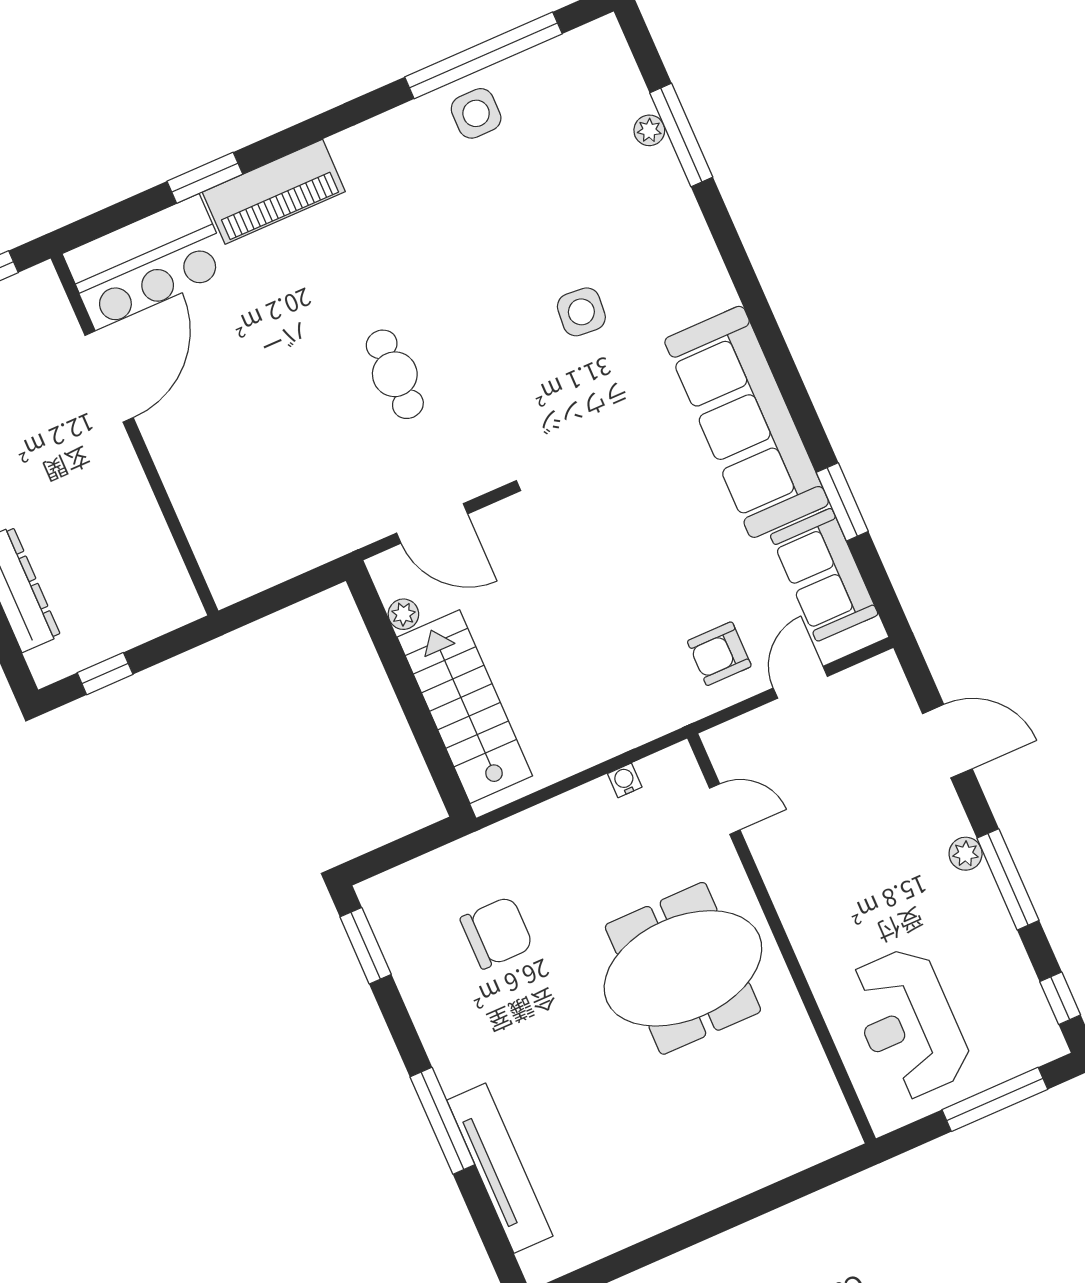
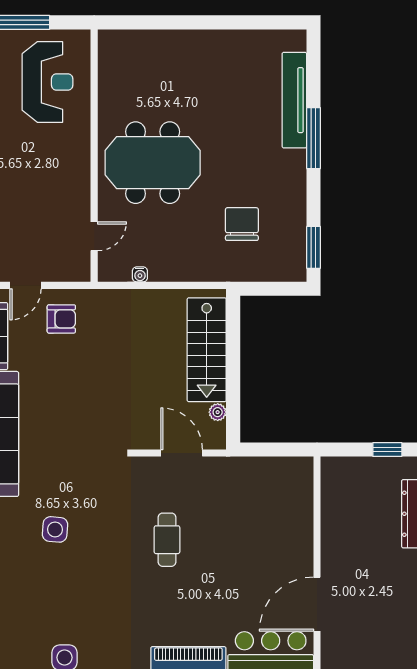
door: (725, 809) -> (94, 236), swing flipped
chair: (497, 933) -> (242, 224), turned 90

